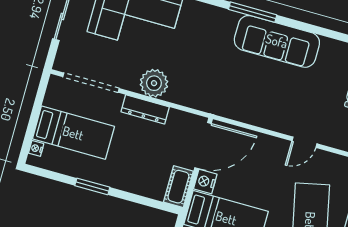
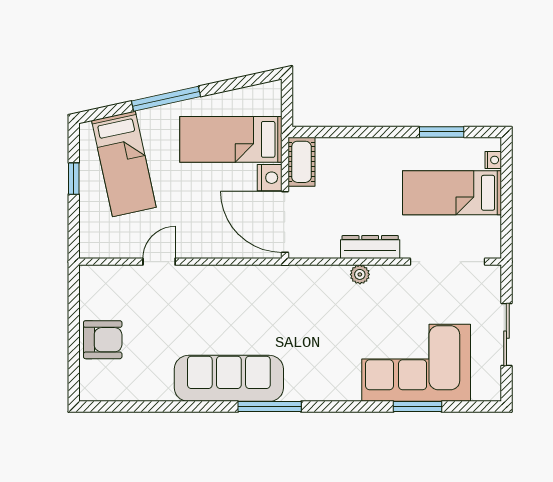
plant: (154, 83) -> (360, 274), width x0.53, depth x0.53
door: (203, 146) -> (285, 222), hinge flipped
window: (92, 186) -> (442, 132), moved

